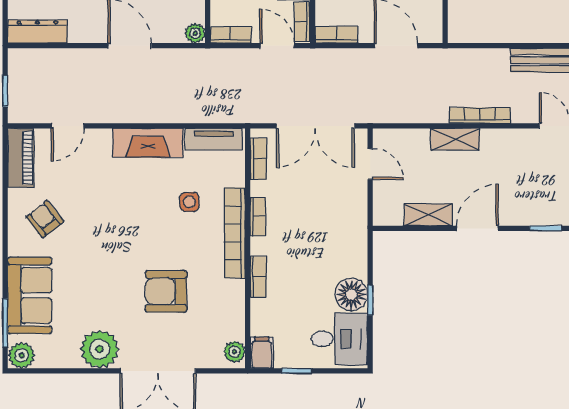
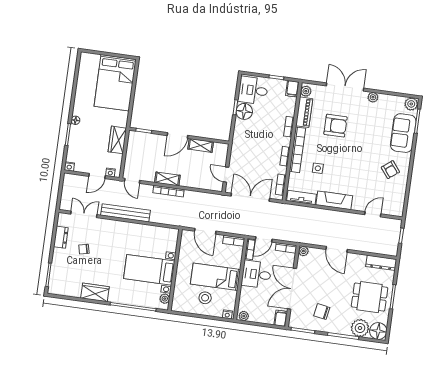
door: (277, 46) -> (264, 239), hinge flipped
shelving: (455, 139) -> (167, 179), moved
piano: (21, 158) -> (304, 112), moved, turned 180
plant: (100, 349) -> (373, 97), width x0.53, depth x0.53

